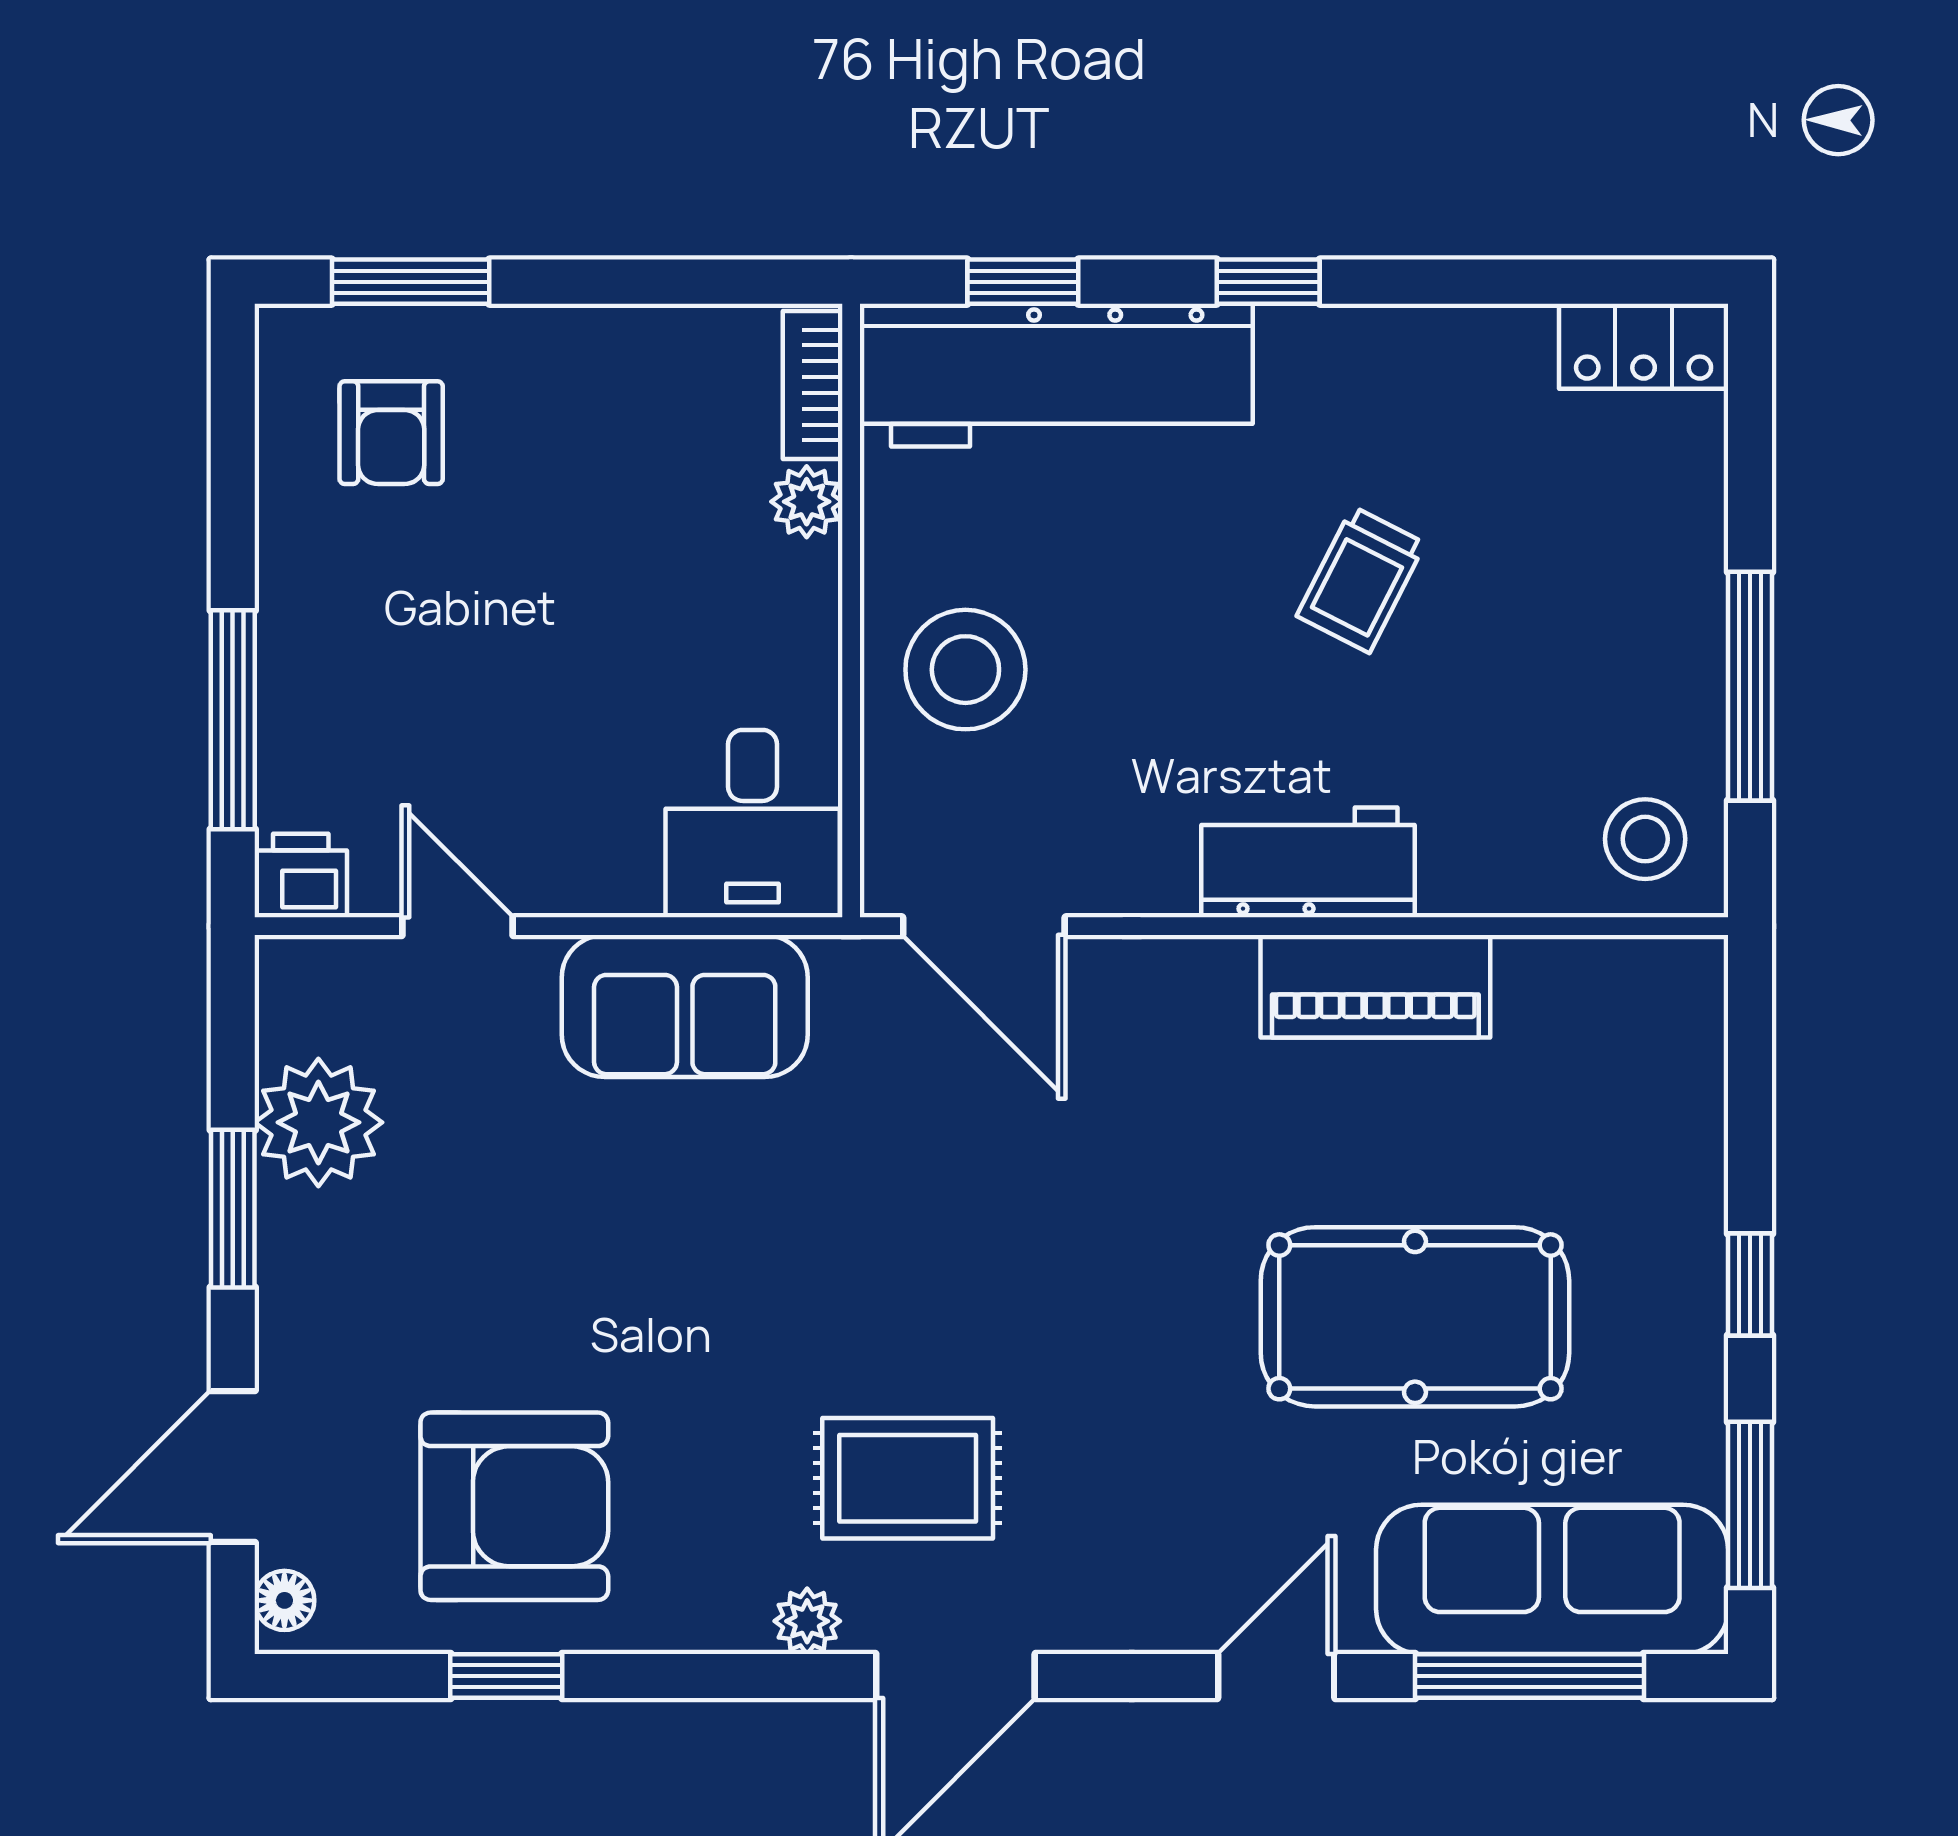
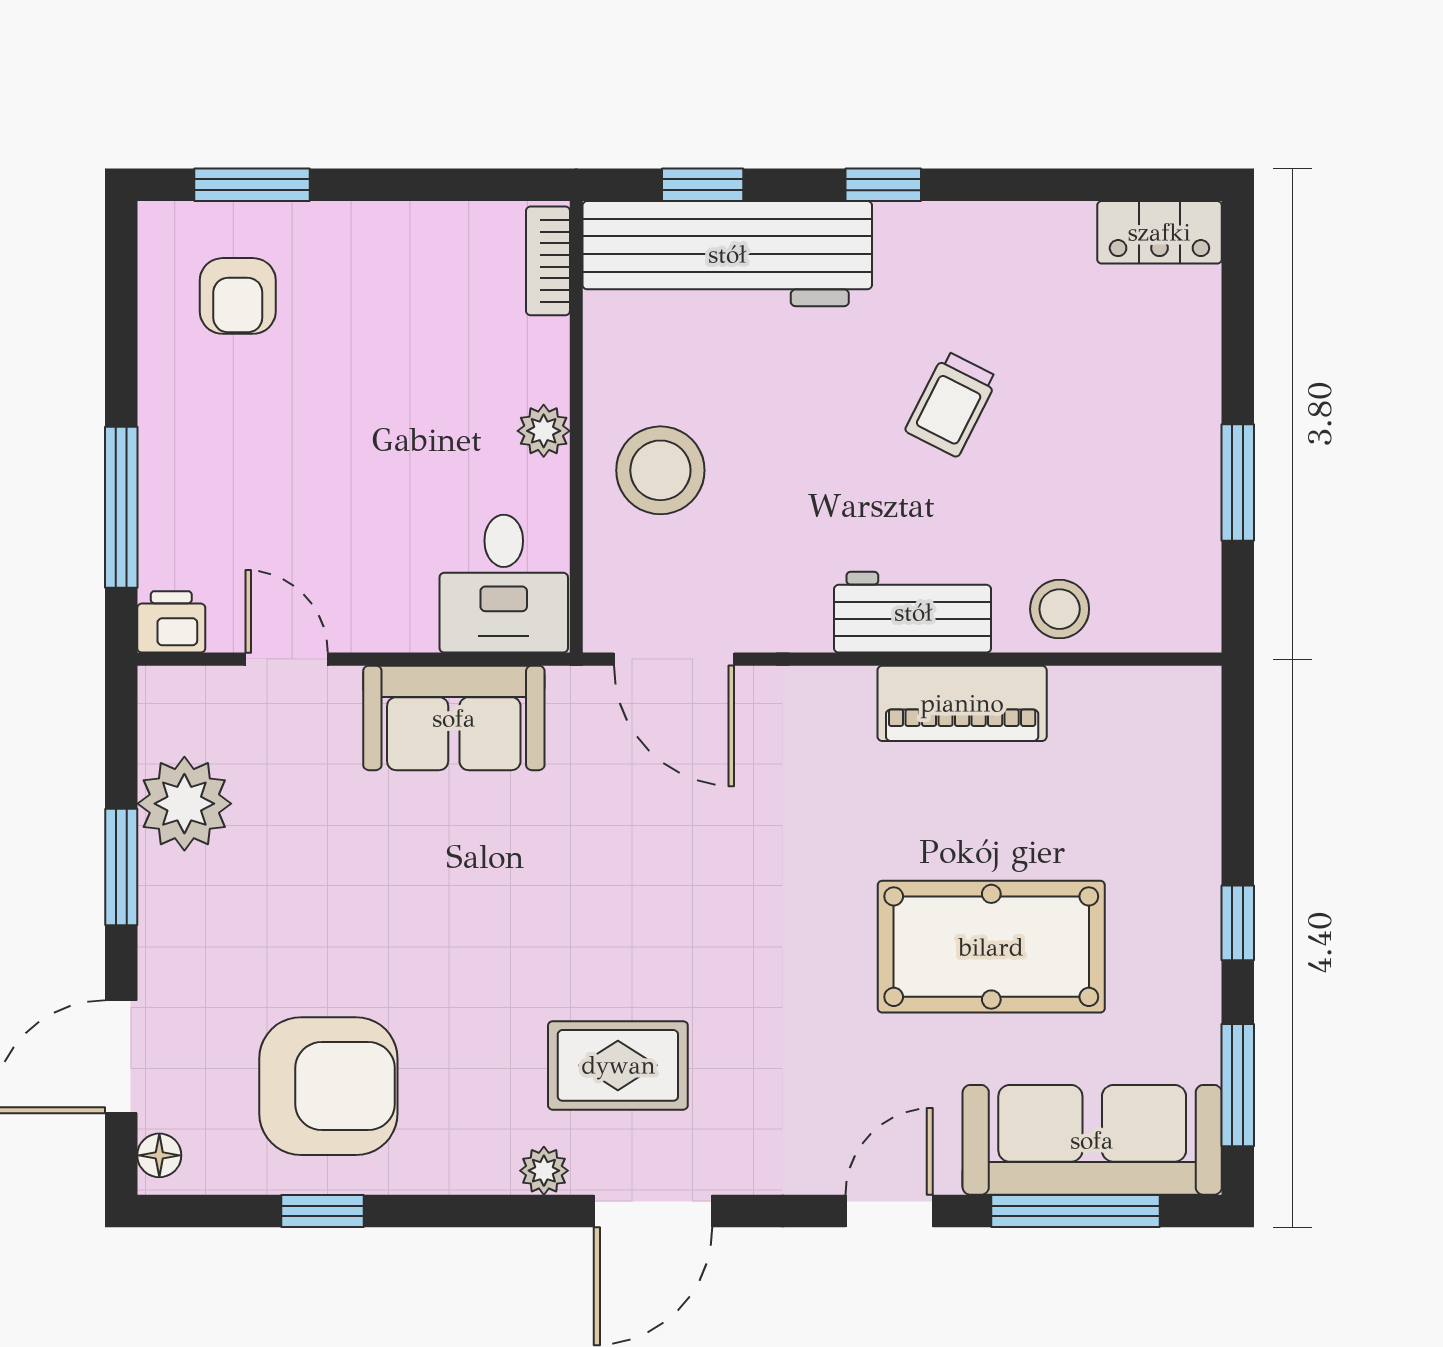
plant: (807, 502) -> (544, 431), moved
window: (1750, 686) -> (1238, 483), width x0.69
stool: (1645, 839) -> (1060, 609), moved

